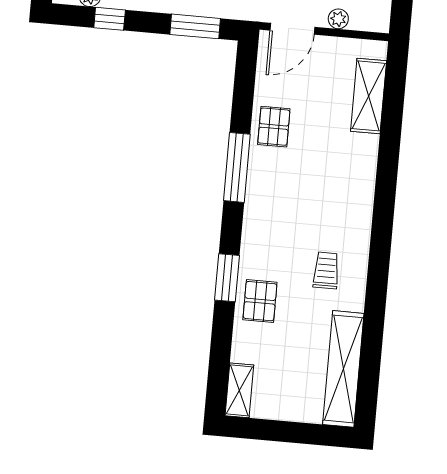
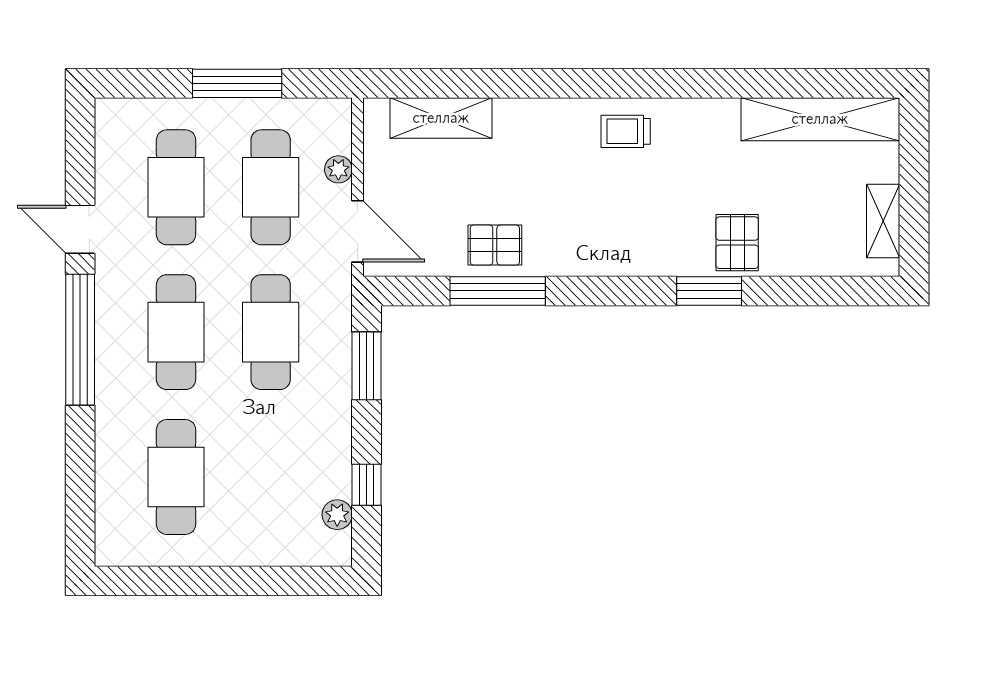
window: (237, 167) -> (498, 291), moved
trolley: (326, 270) -> (626, 131), moved
pallet: (260, 301) -> (737, 243), turned 90
shelving: (239, 390) -> (883, 221), moved, turned 90

